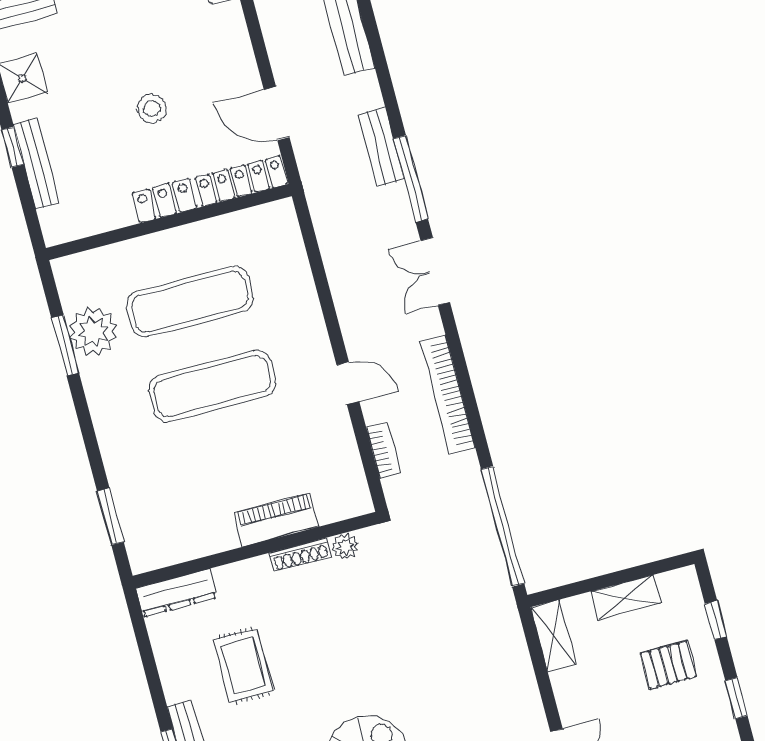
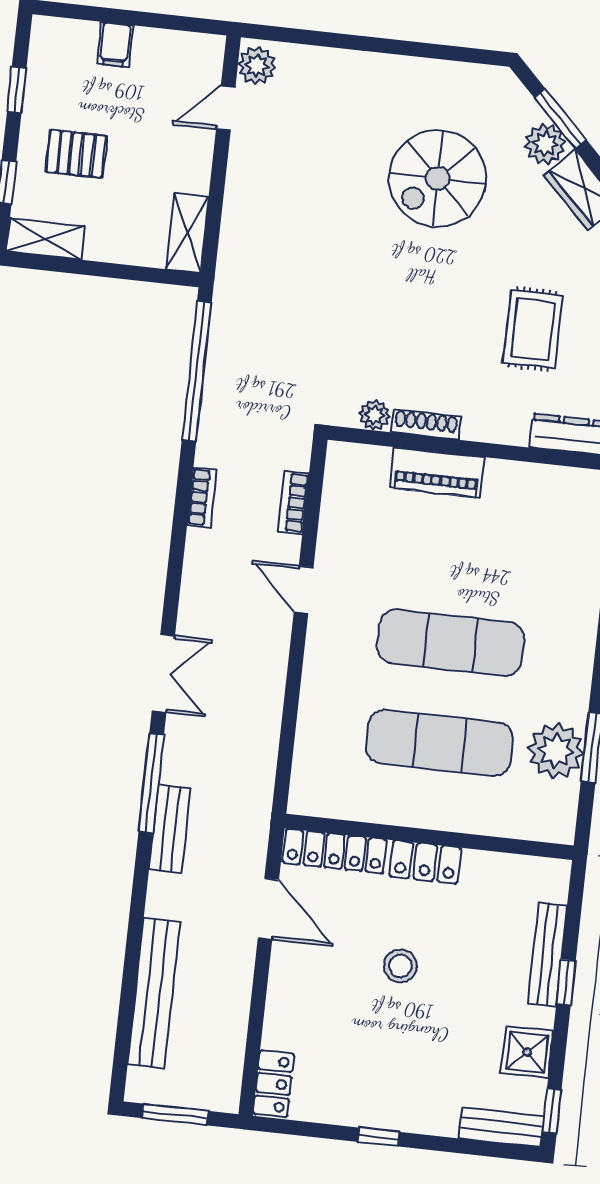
bookcase: (448, 395) -> (202, 497), width x0.43, depth x0.76
shelving: (626, 597) -> (45, 239), moved

